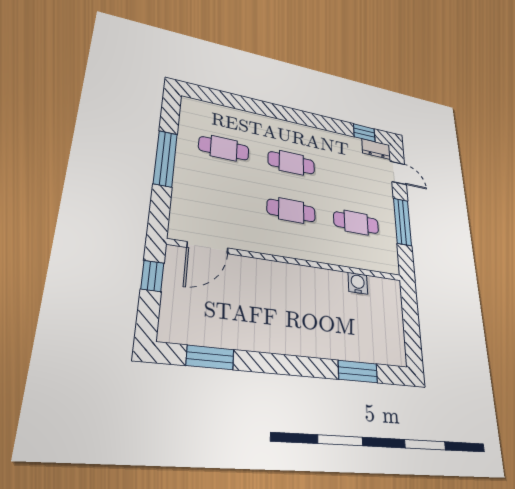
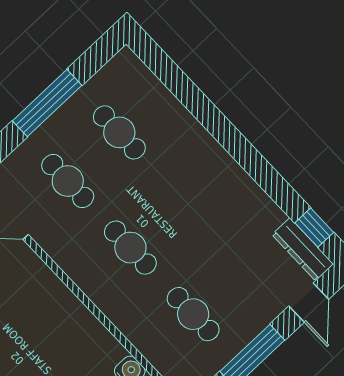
dresser: (376, 149) -> (303, 249), width x1.44
cafe table: (291, 163) -> (68, 181), moved

